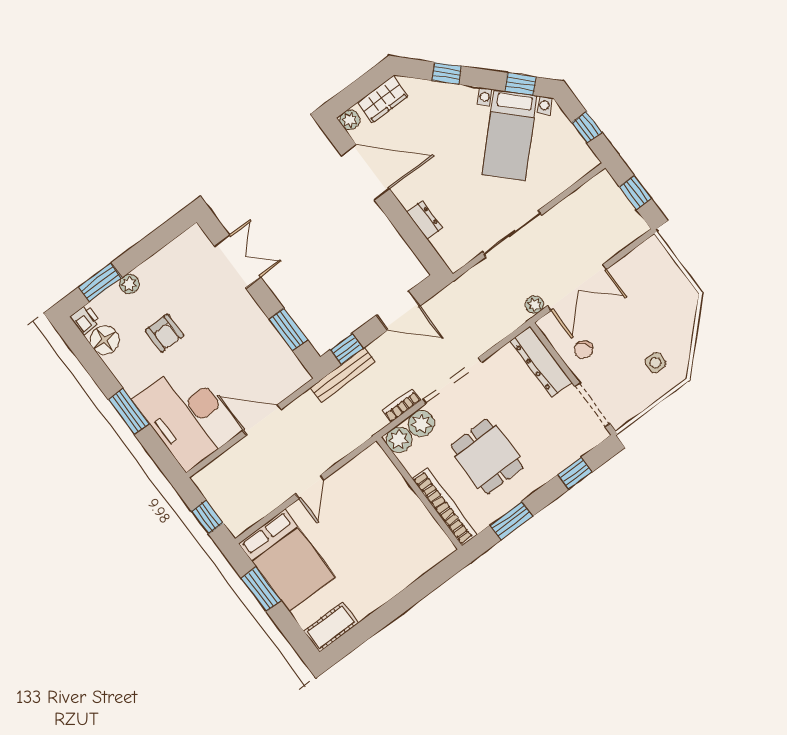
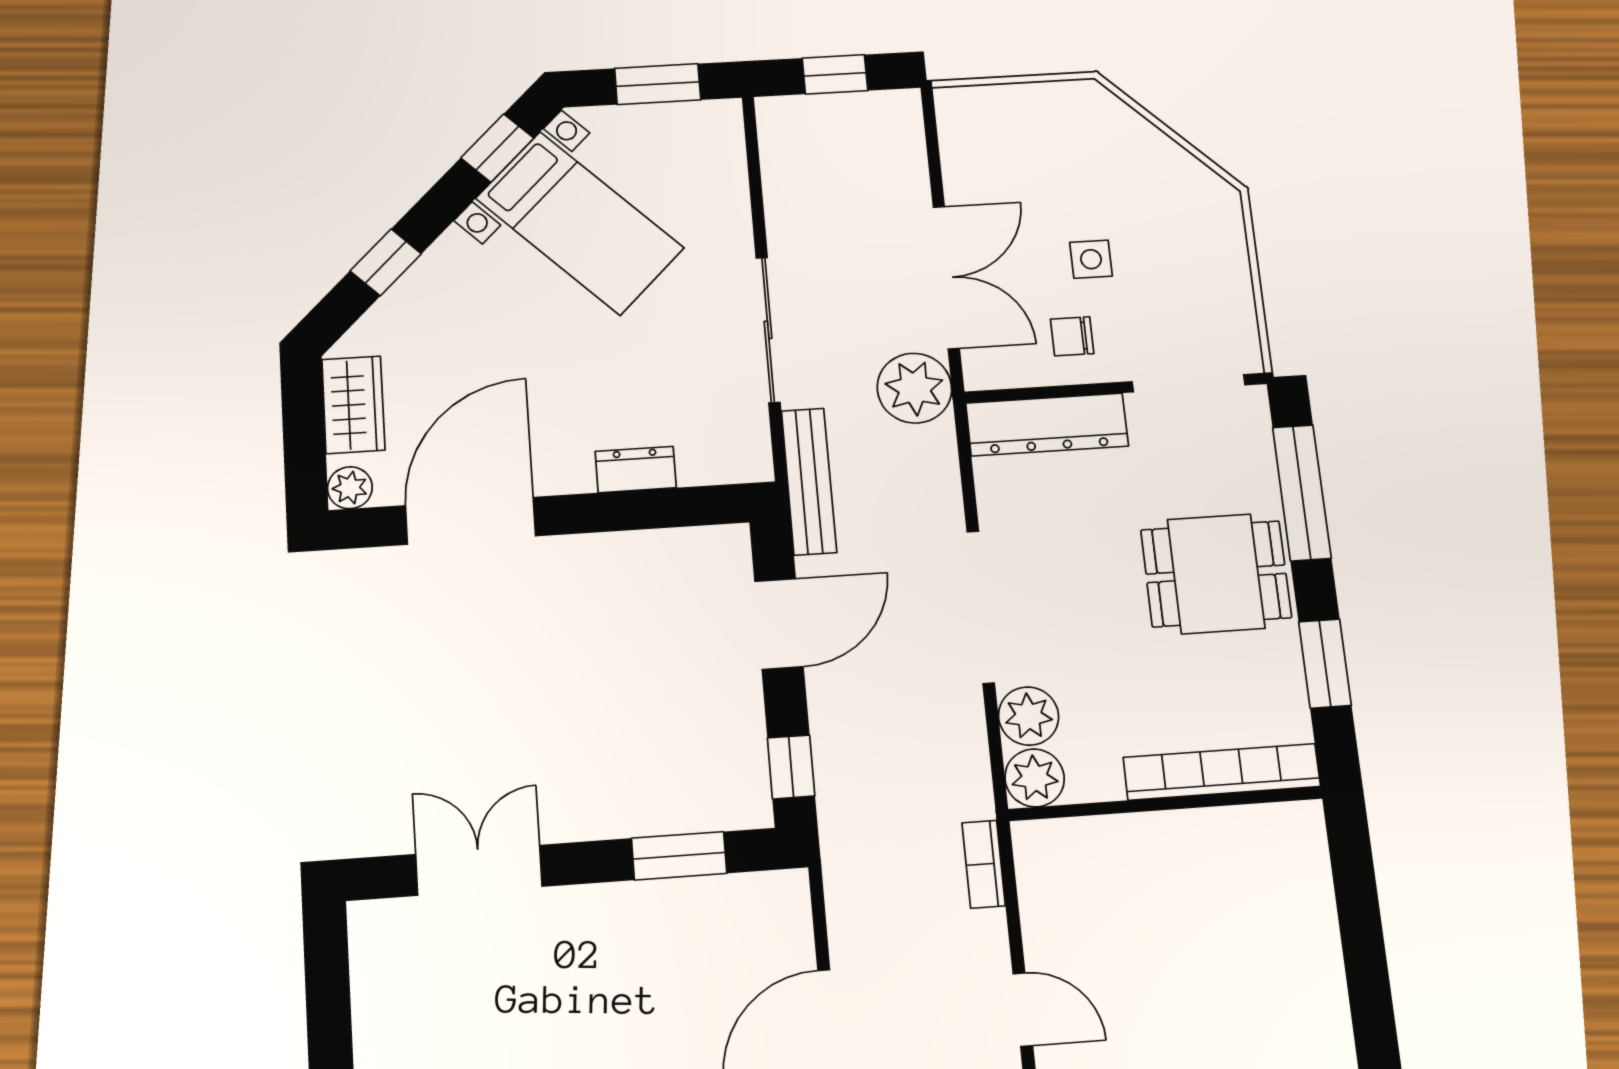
window: (587, 127) -> (658, 84), width x1.50
plant: (535, 305) -> (914, 388), width x1.88, depth x1.88
chair: (583, 350) -> (1072, 336), turned 129
side table: (655, 362) -> (1091, 259), moved
bench: (343, 375) -> (809, 481), moved
bookcase: (402, 406) -> (984, 864), moved
dining table: (487, 457) -> (1216, 574), moved
window: (575, 473) -> (1302, 493), width x2.17

